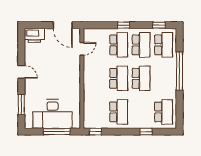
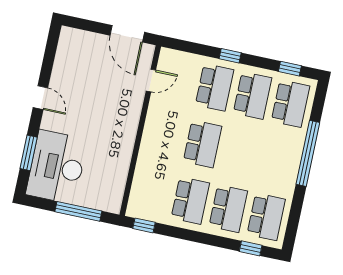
printer: (34, 35) -> (76, 41), removed
school desk: (141, 78) -> (228, 209), moved
desk: (53, 114) -> (57, 167), moved, turned 90
window: (146, 132) -> (251, 248), moved

